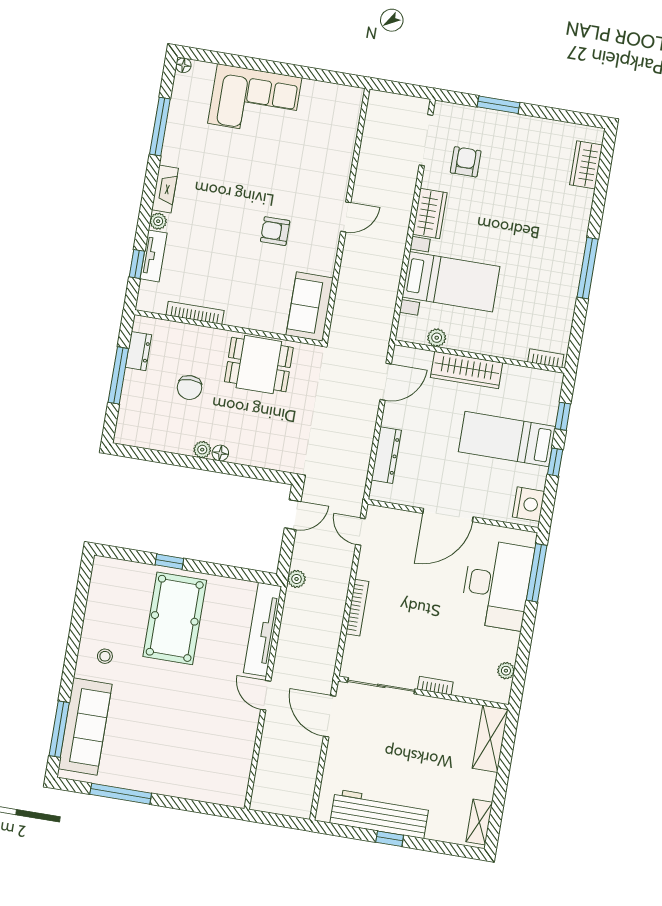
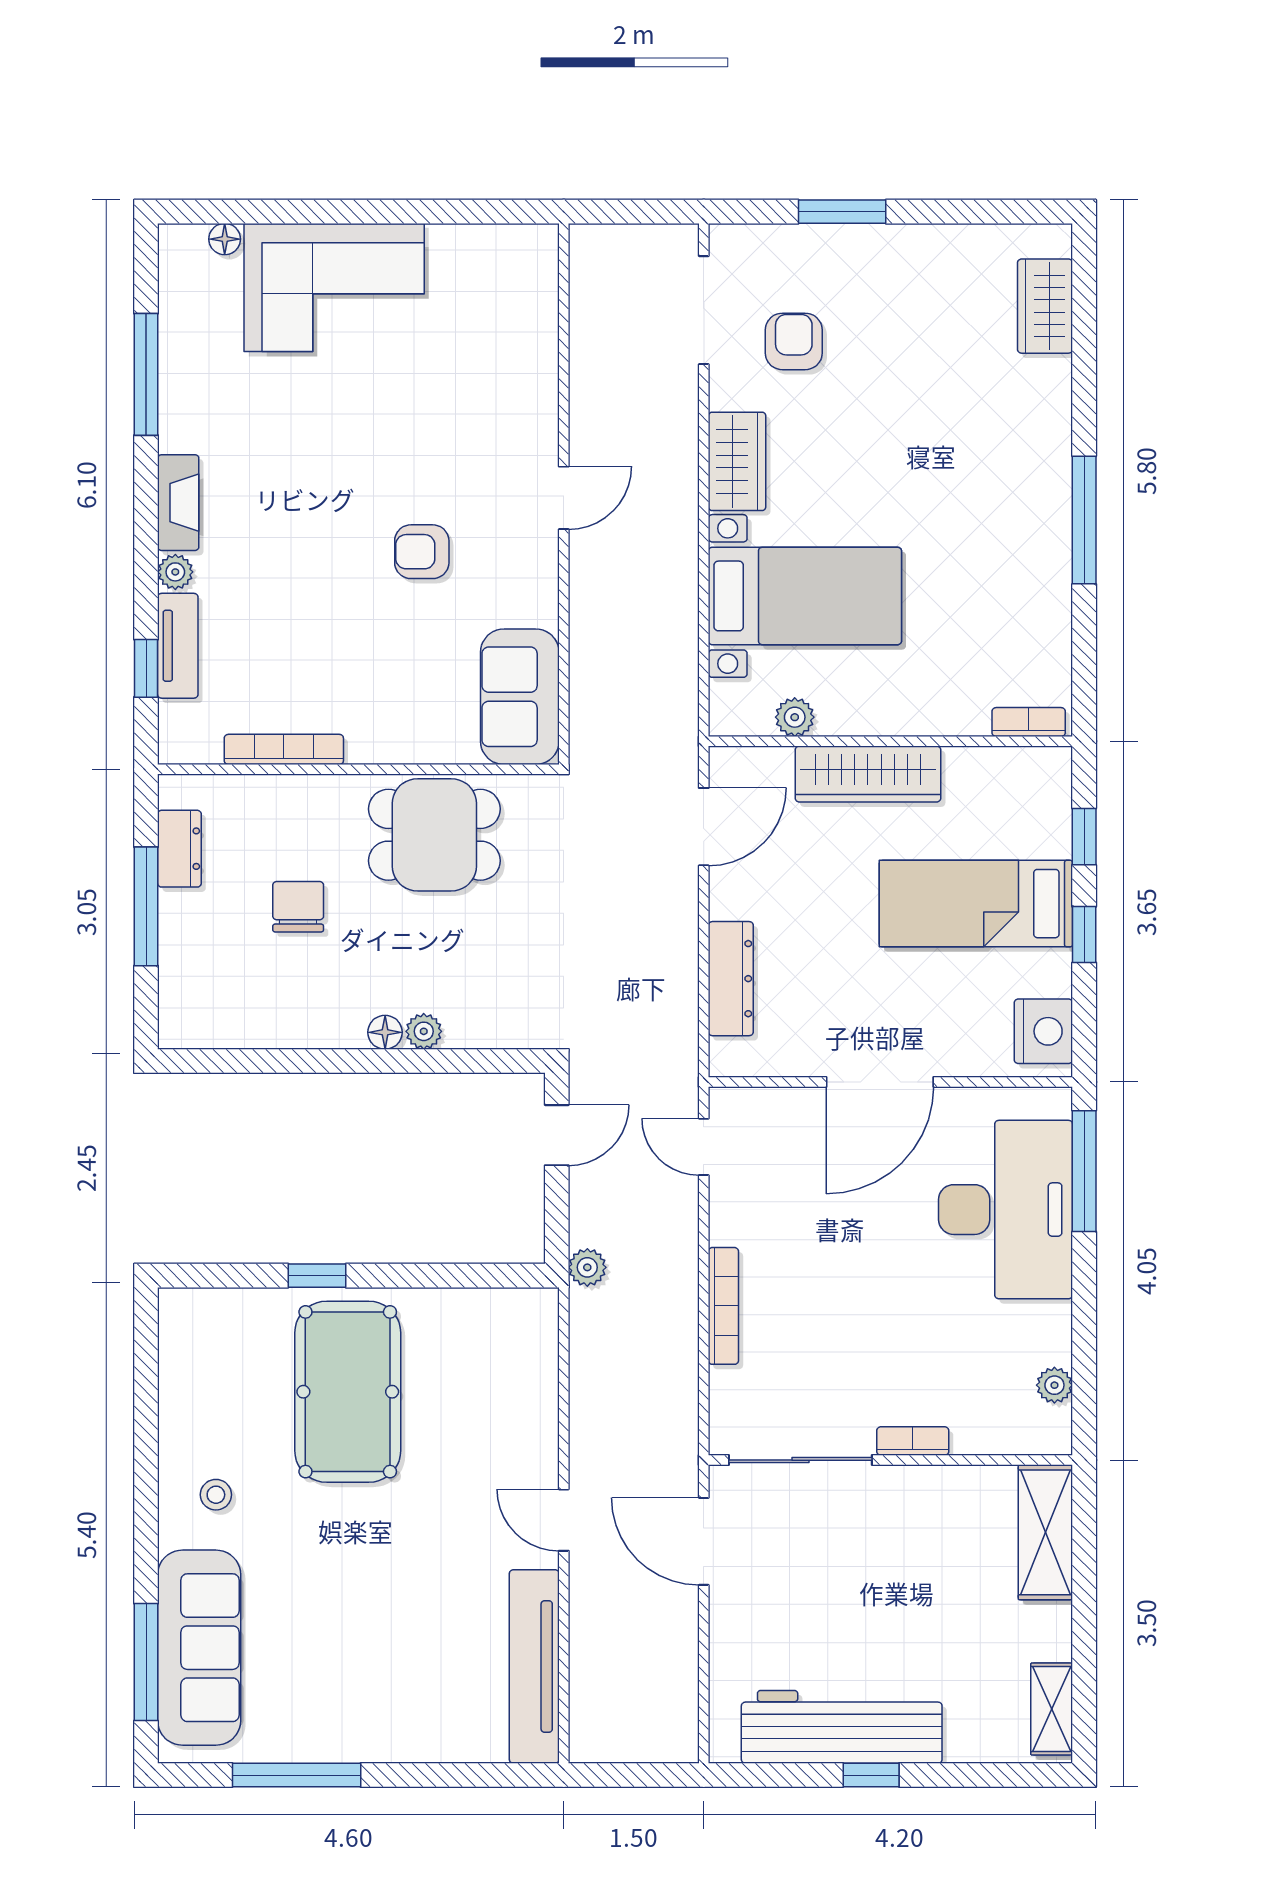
floor lamp: (183, 65) -> (225, 239), moved
chair: (189, 388) -> (298, 907), turned 180
plant: (202, 450) -> (424, 1031), moved
tv unit: (263, 629) -> (534, 1666), moved

